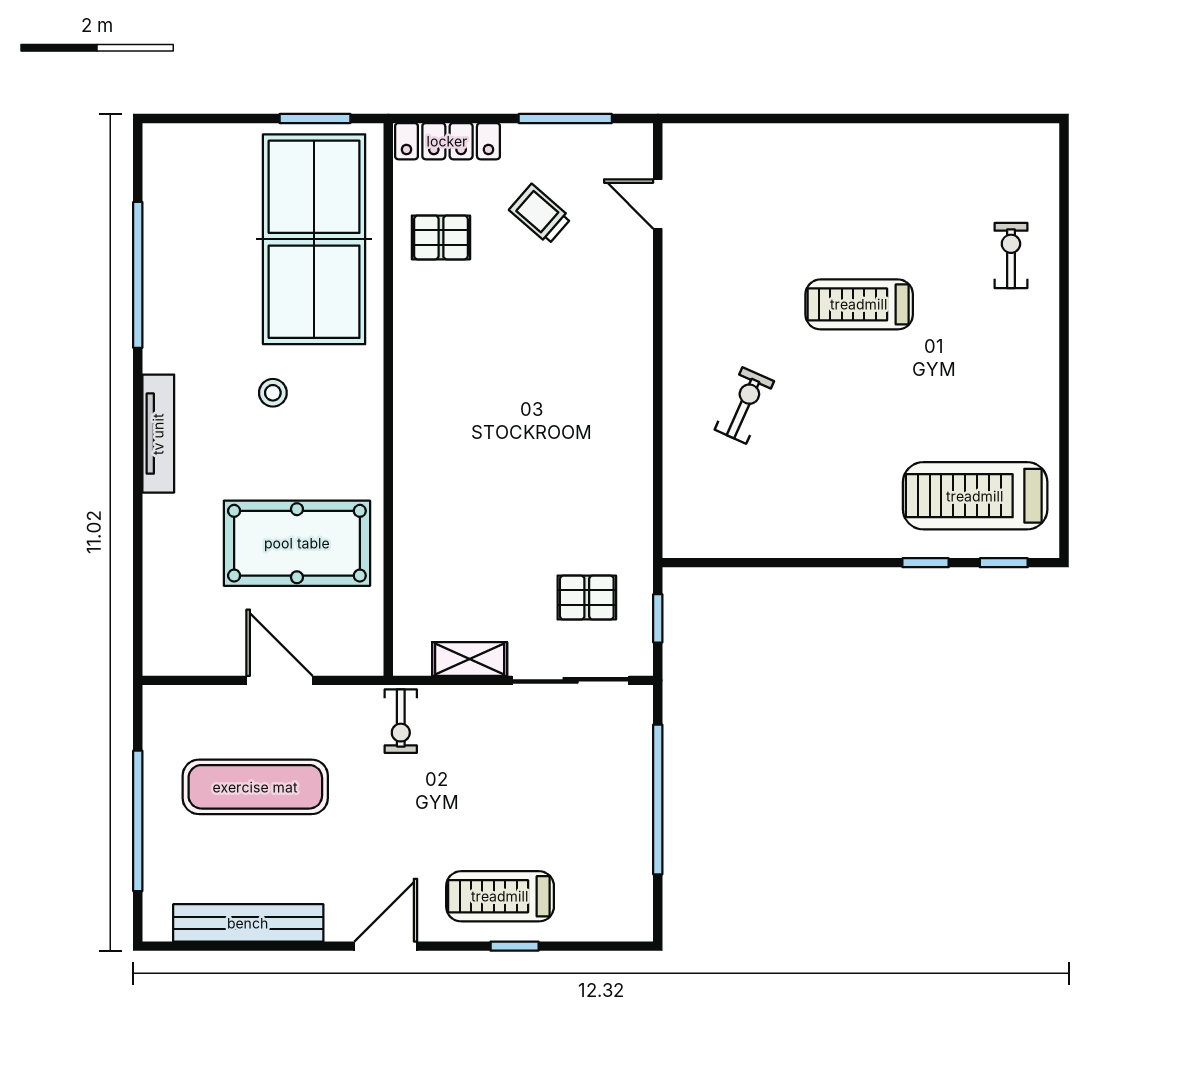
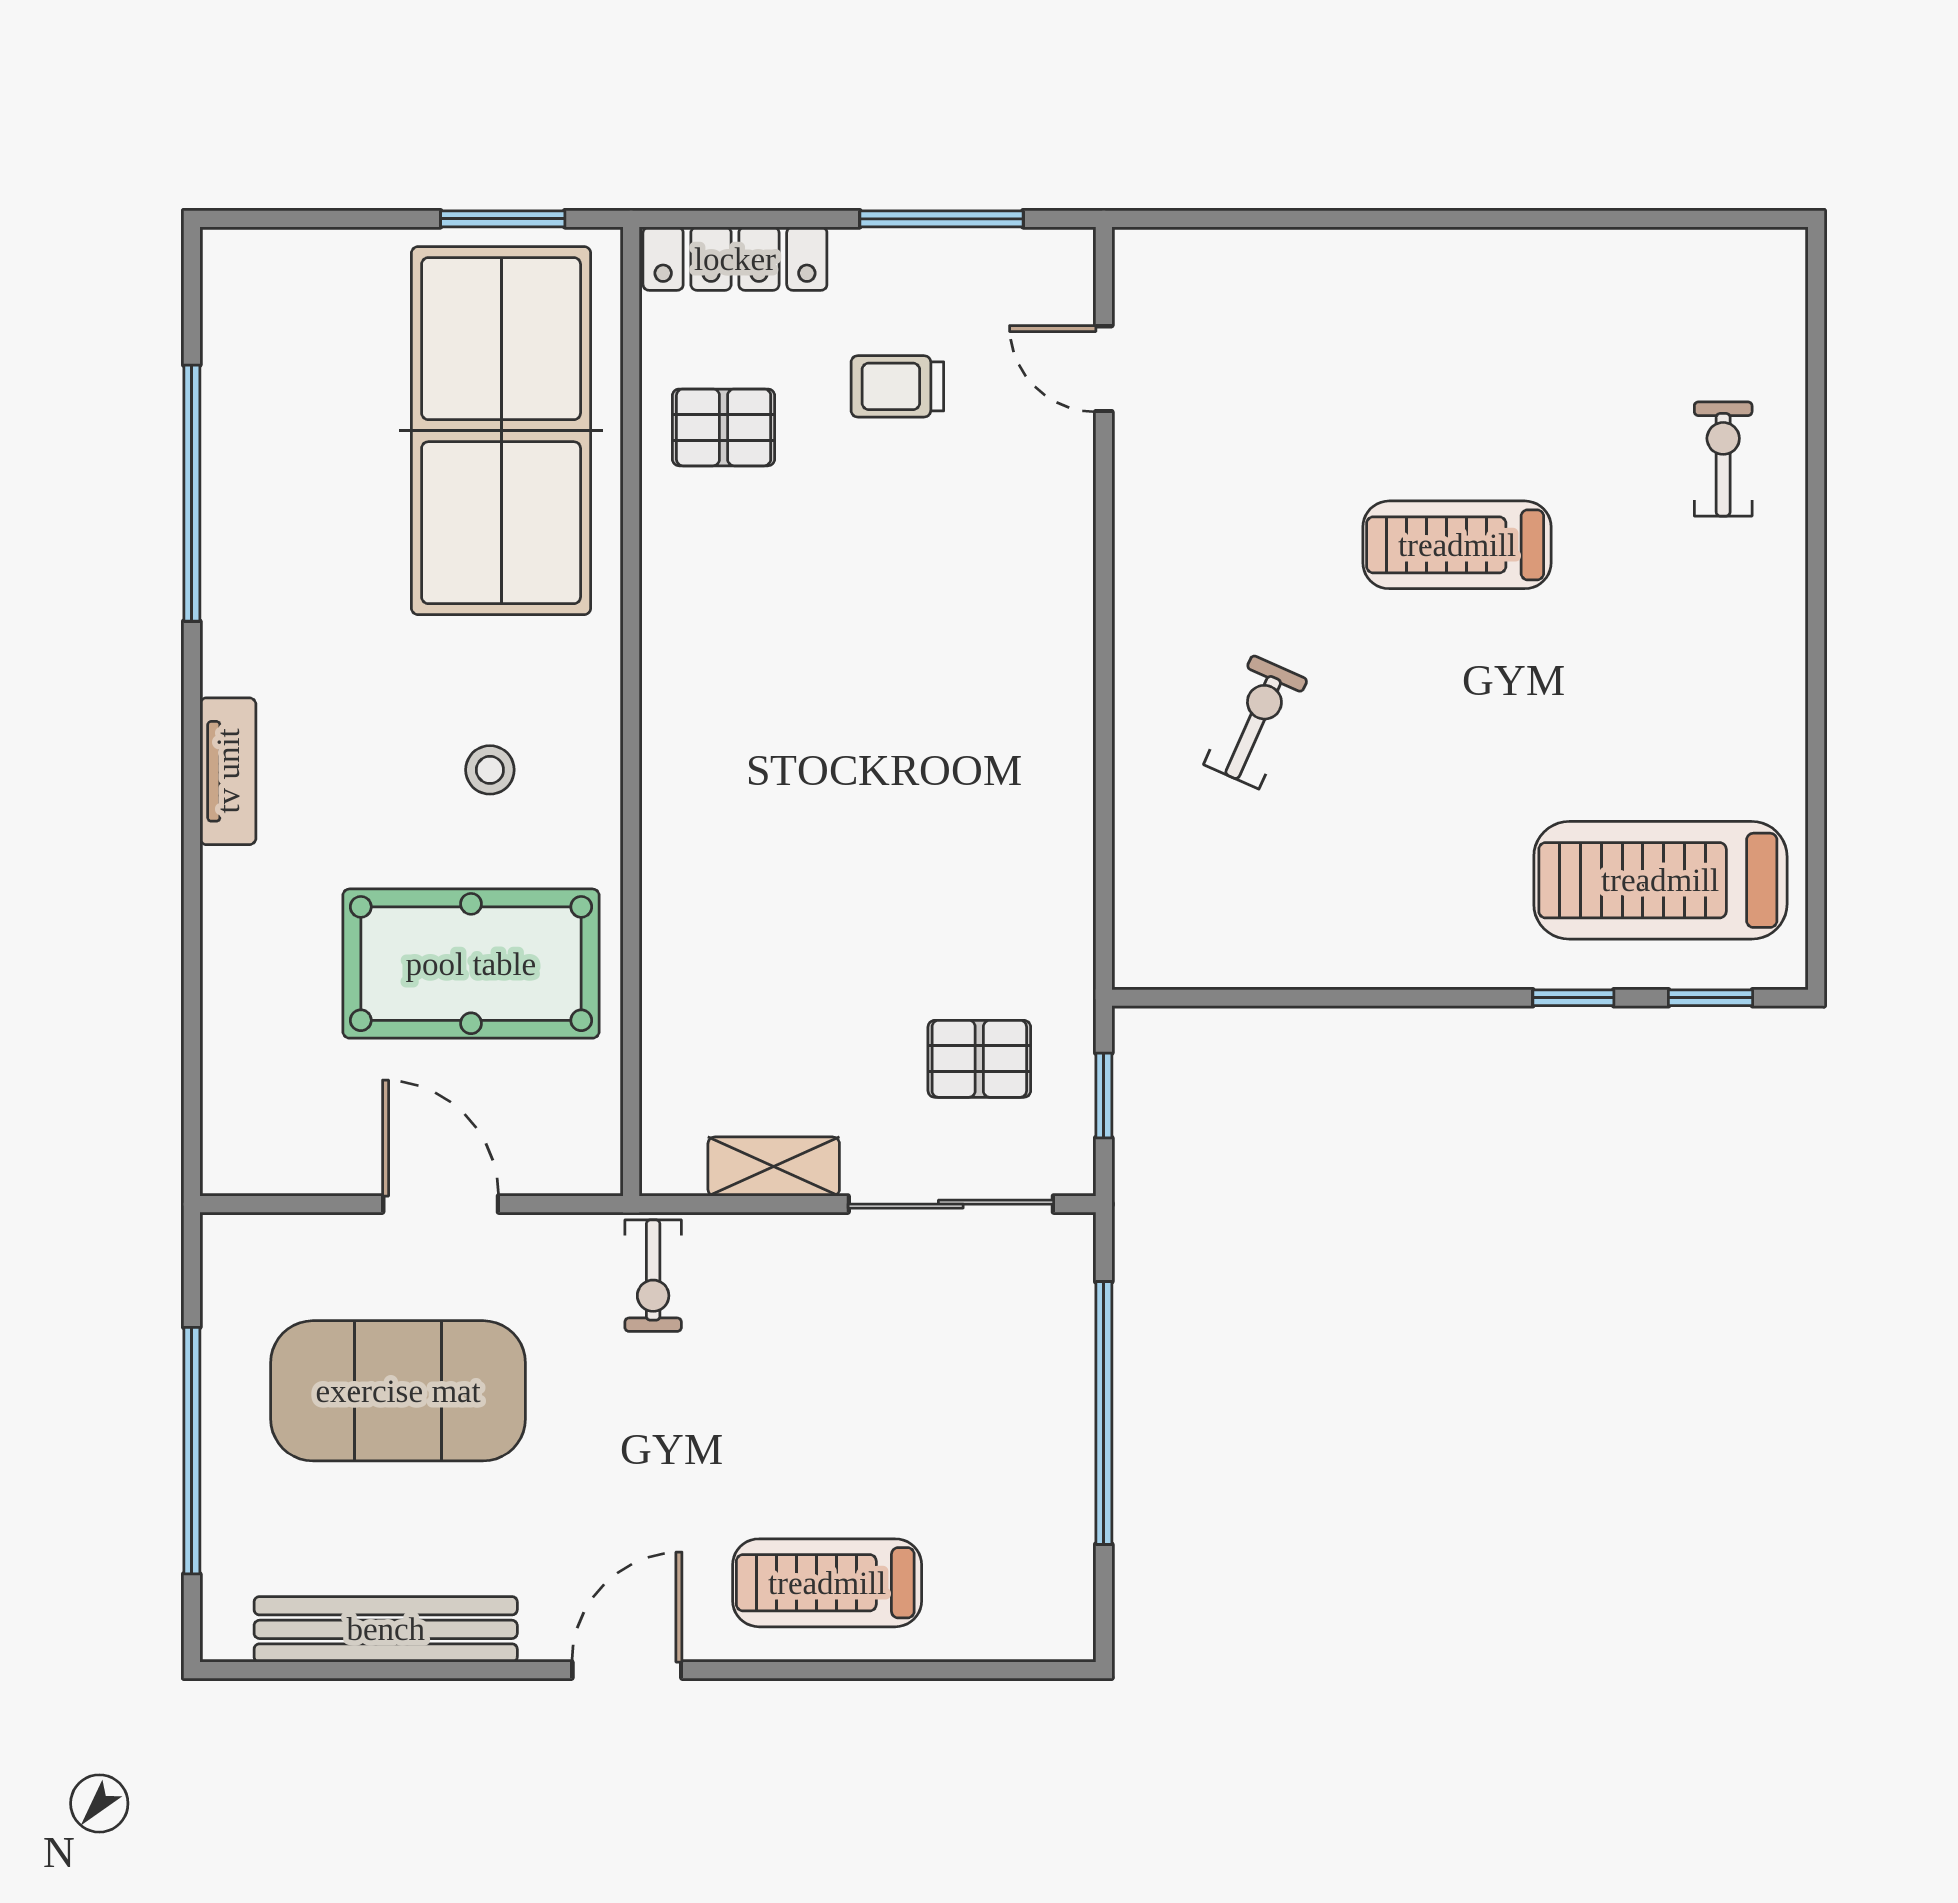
trolley: (540, 214) -> (897, 386), turned -41
stool: (273, 393) -> (490, 770), moved
tv unit: (158, 434) -> (228, 771), width x0.71
exercise mat: (255, 787) -> (398, 1391), width x1.47
window: (515, 946) -> (853, 1670), removed

